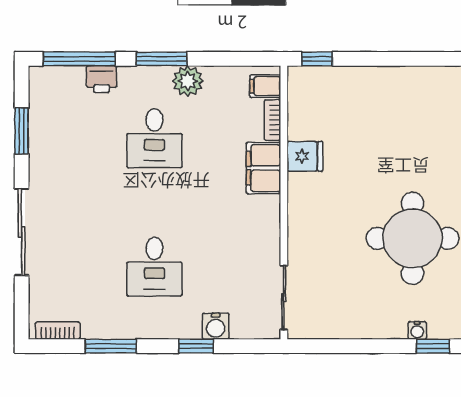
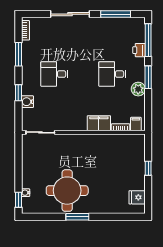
window: (317, 59) -> (148, 168), moved
window: (22, 131) -> (116, 14), width x1.44
fridge: (305, 156) -> (137, 197), moved, turned 90

